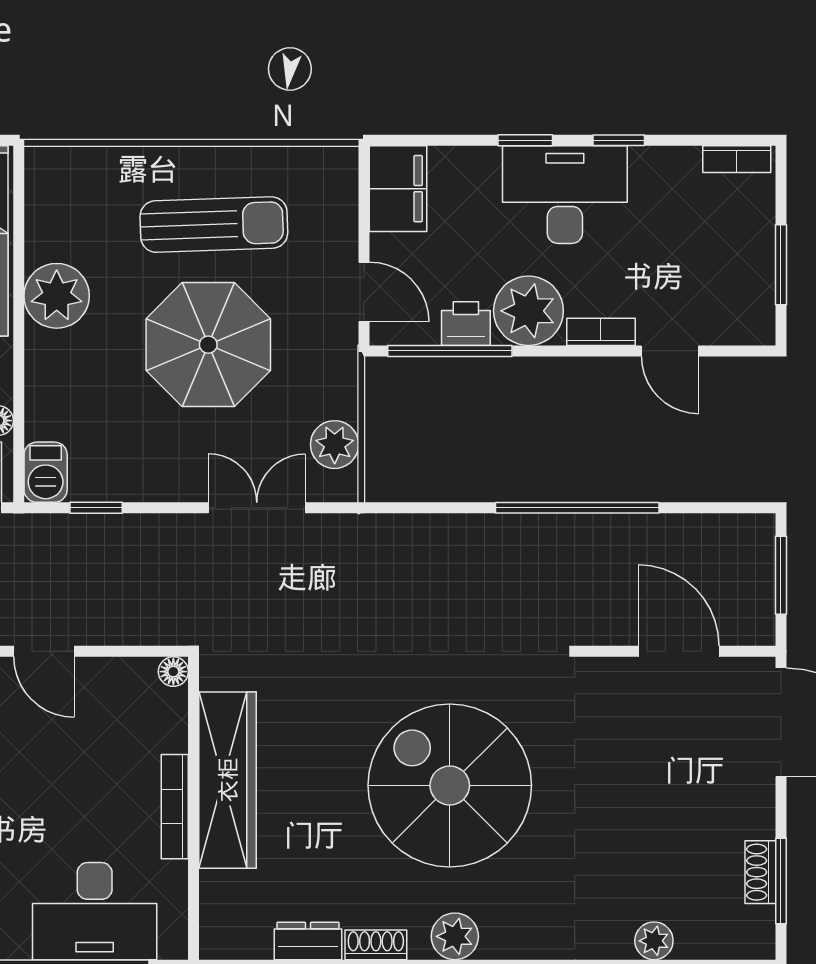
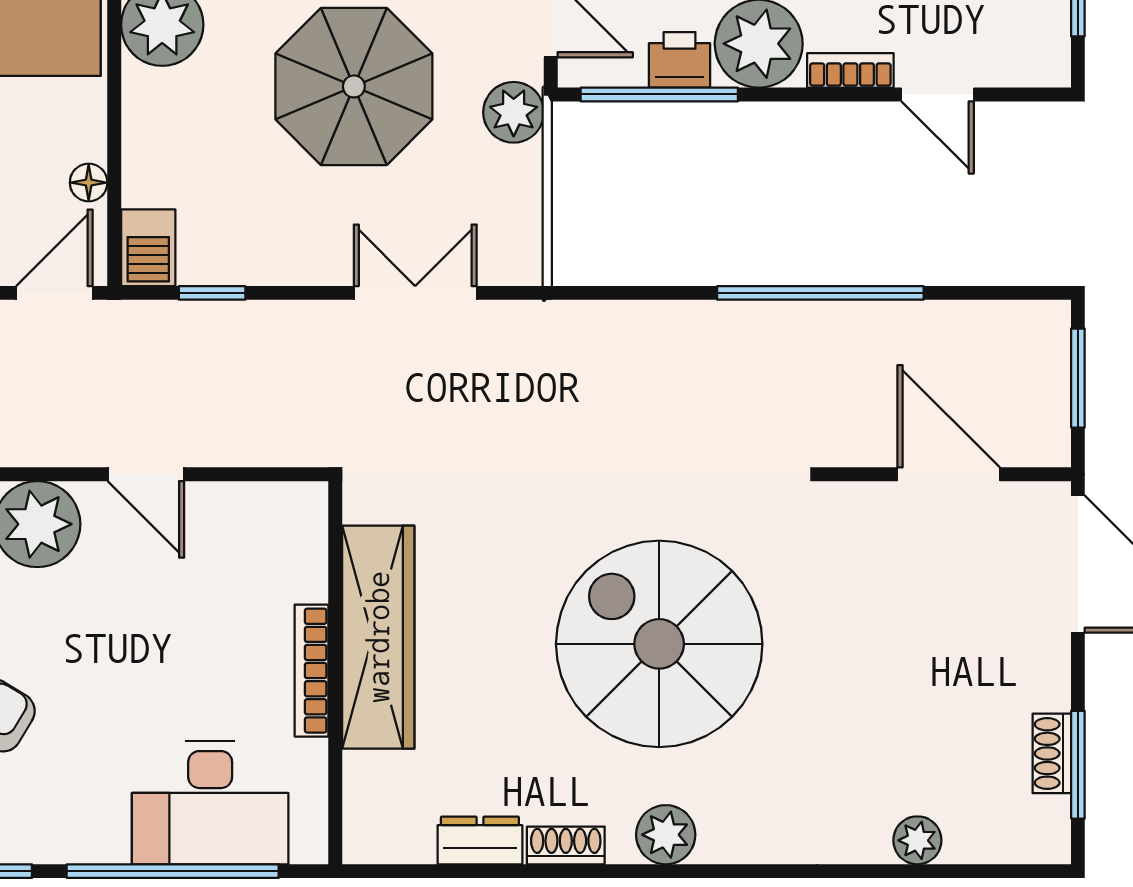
plant: (335, 445) -> (514, 112), moved
floor lamp: (173, 672) -> (310, 500), removed

